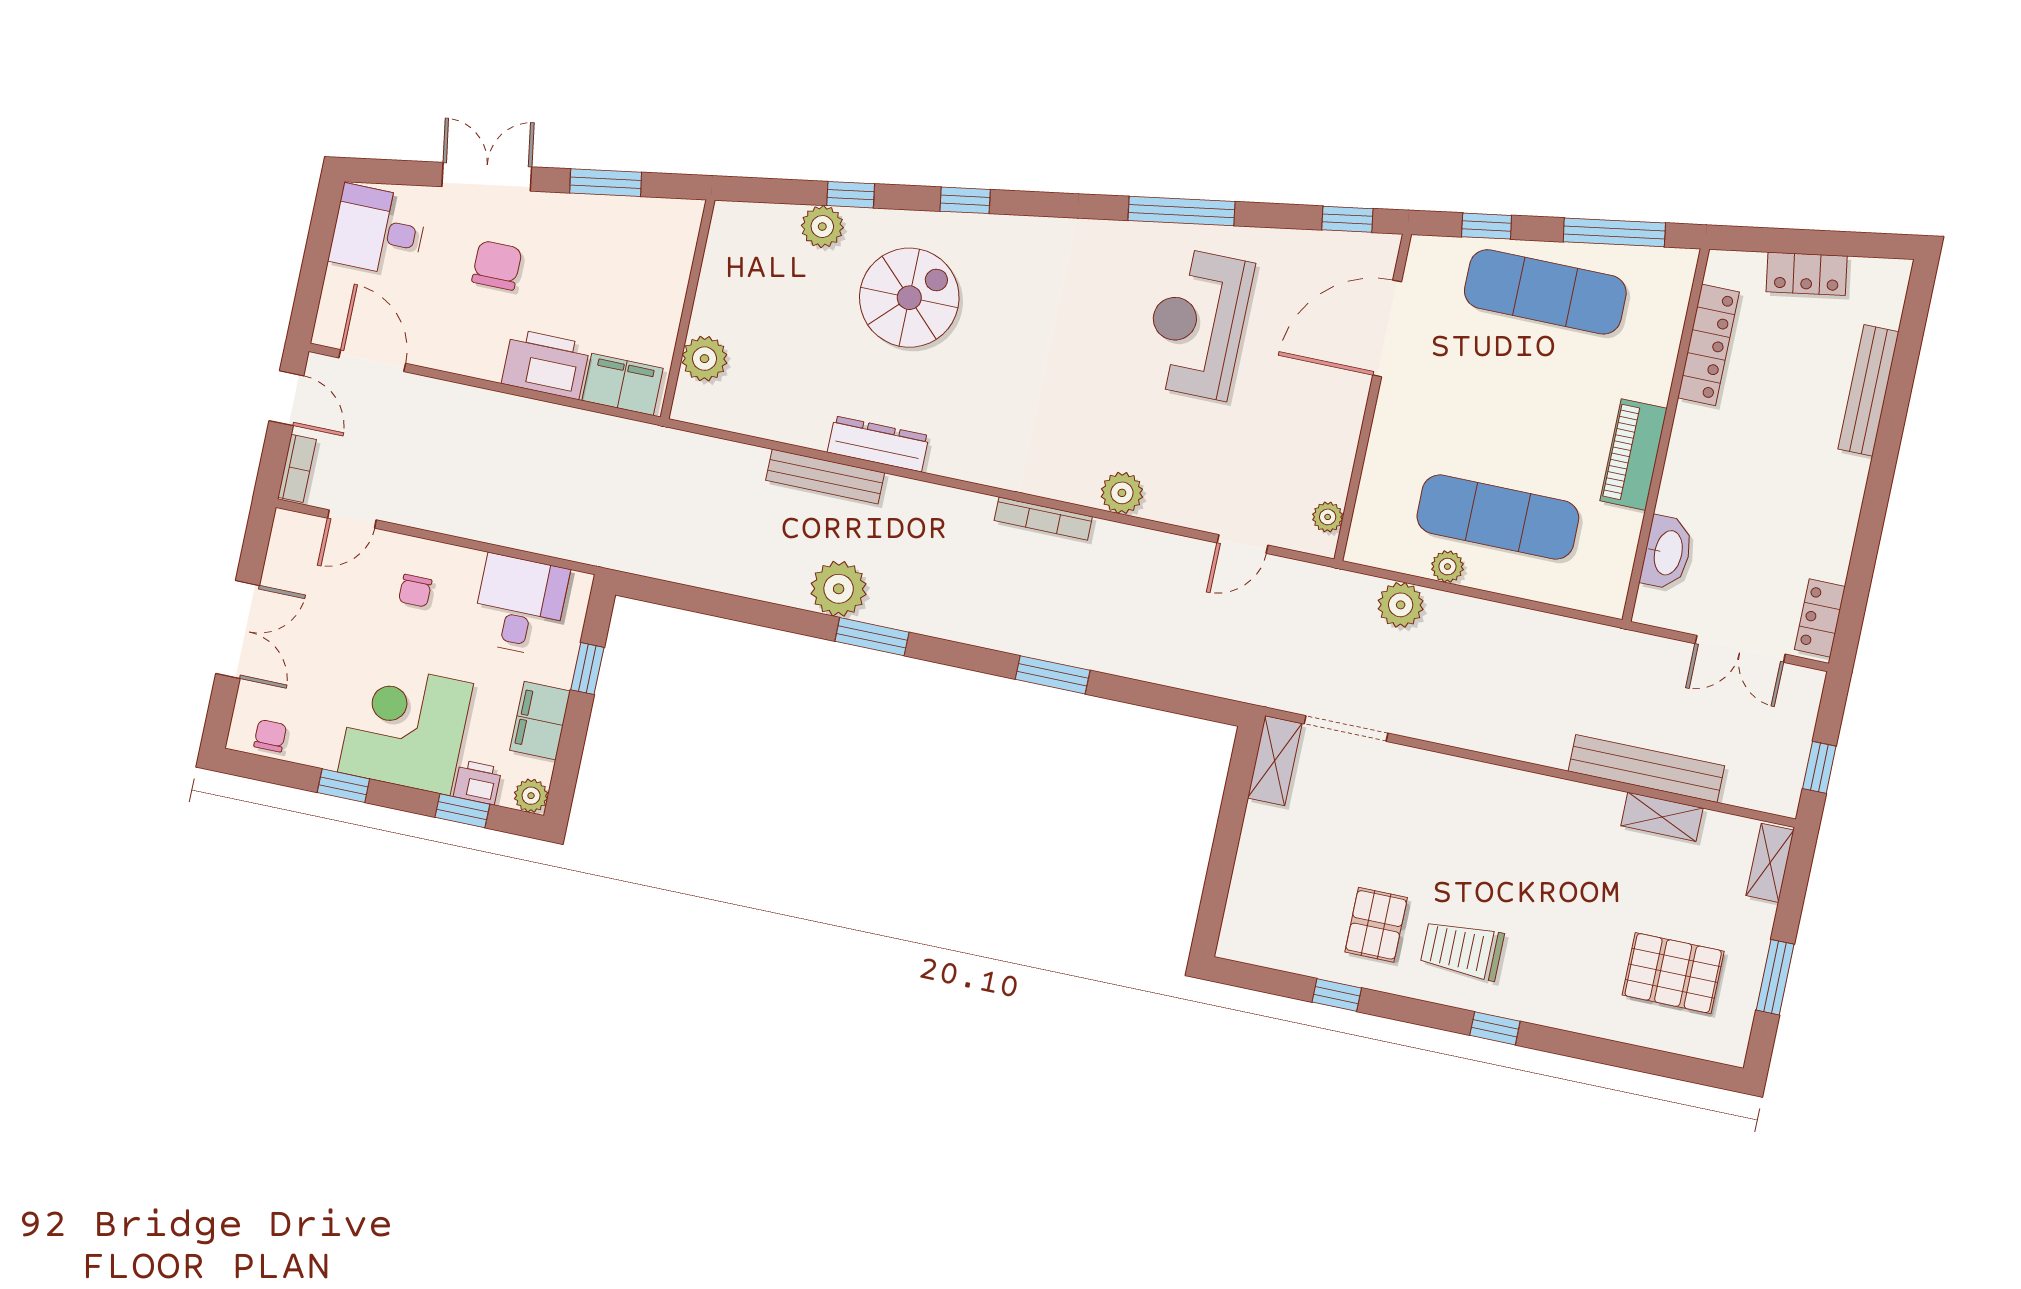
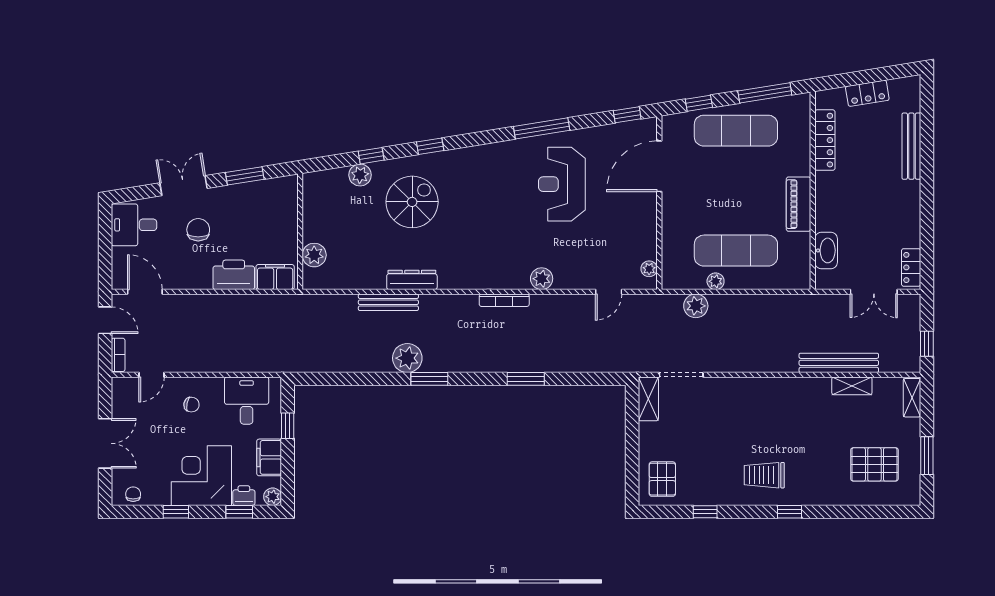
chair: (415, 591) -> (192, 405), turned -79
pallet: (1376, 925) -> (662, 479), moved

